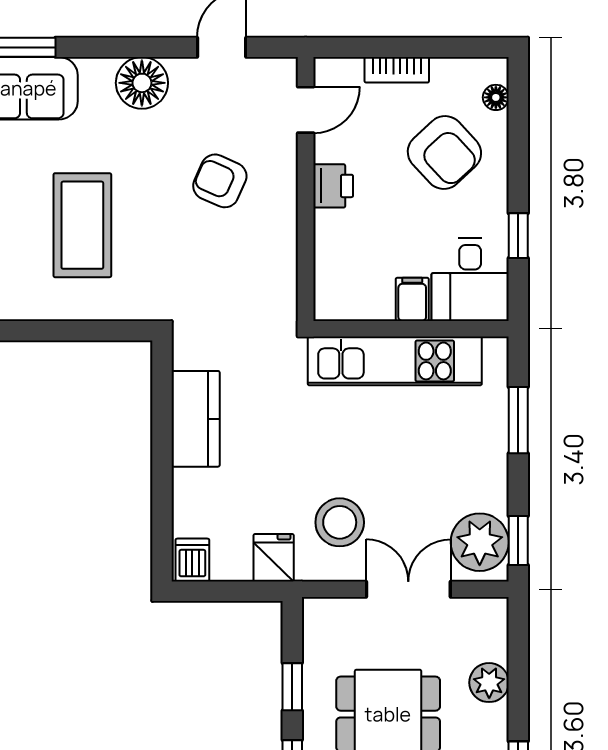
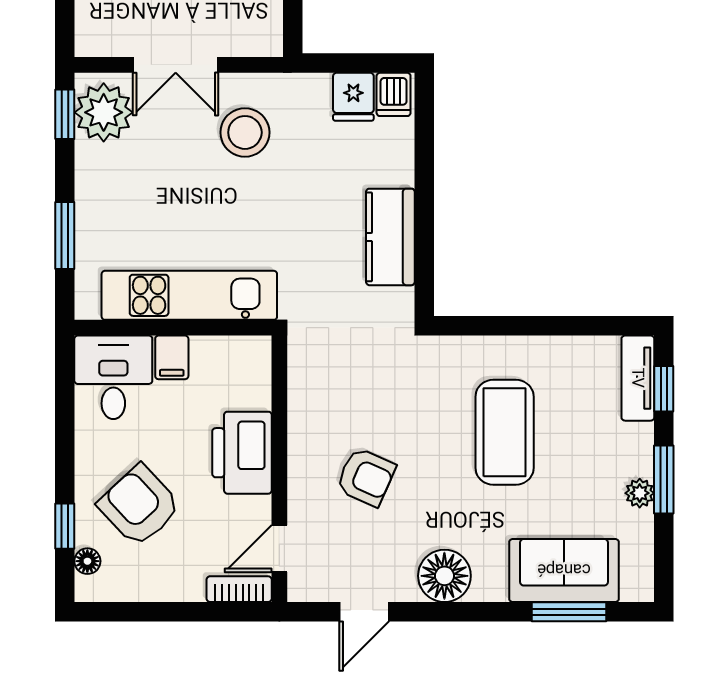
bookcase: (397, 70) -> (239, 589), moved
printer: (333, 186) -> (242, 453), width x1.87, depth x1.48
window: (518, 236) -> (65, 526), moved
fridge: (274, 558) -> (353, 97), moved

